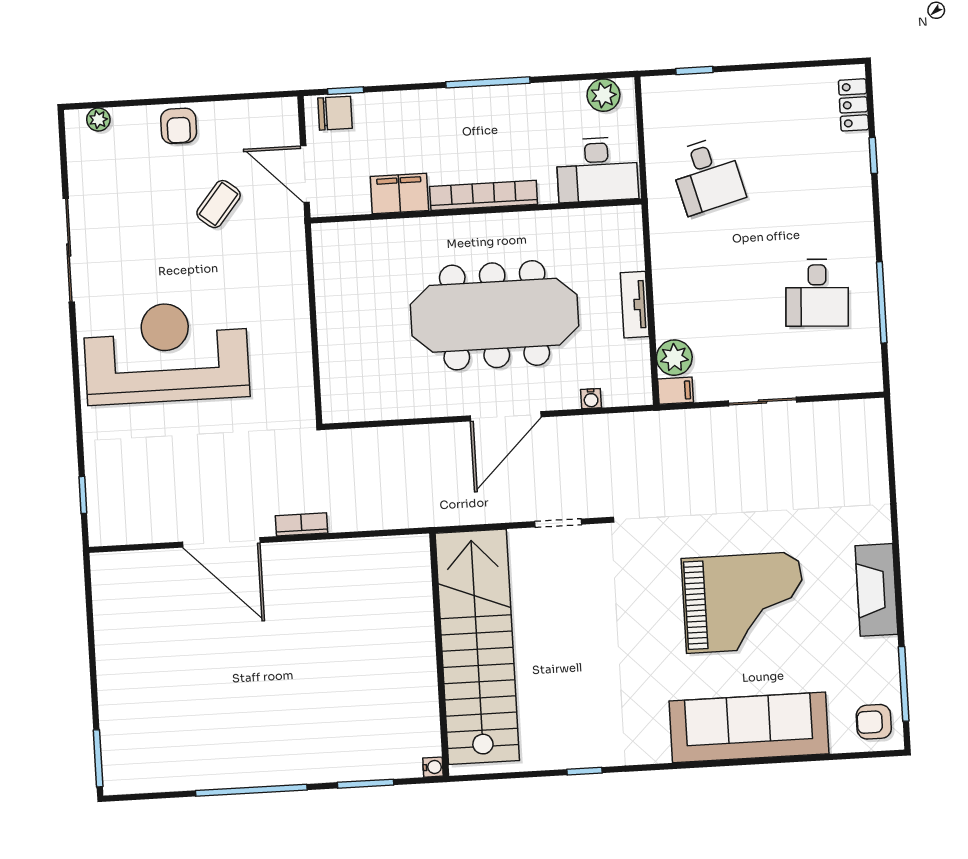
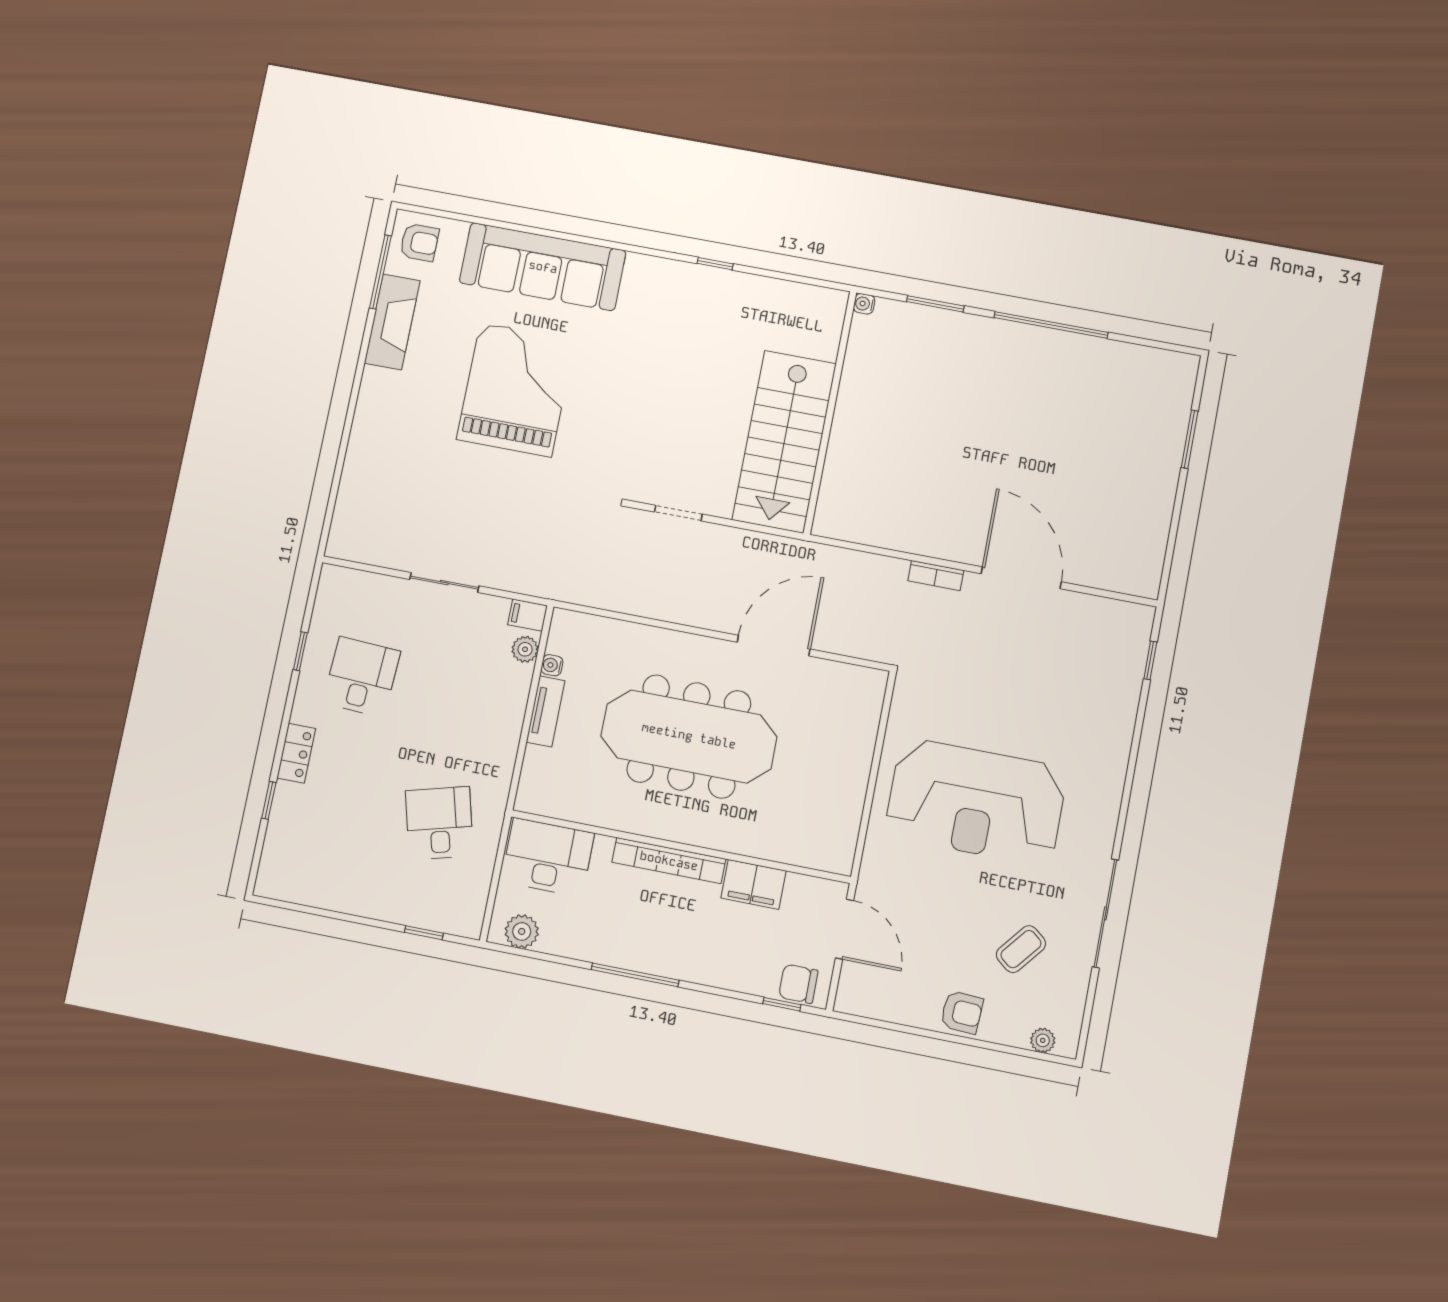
locker: (854, 105) -> (296, 753), moved
armchair: (179, 126) -> (962, 1012), turned 93
coffee table: (219, 204) -> (1021, 949), moved
window: (882, 302) -> (300, 651), width x0.46
reception desk: (166, 353) -> (976, 802), moved
plant: (674, 358) -> (525, 649), width x0.73, depth x0.73
water cooler: (591, 399) -> (552, 665), moved, turned -90
door: (506, 416) -> (774, 646), moved
fireplace: (876, 590) -> (392, 322), moved
grand piano: (743, 603) -> (516, 389), turned 90
stairs: (477, 647) -> (784, 442), width x0.73
window: (98, 758) -> (1190, 439), moved

